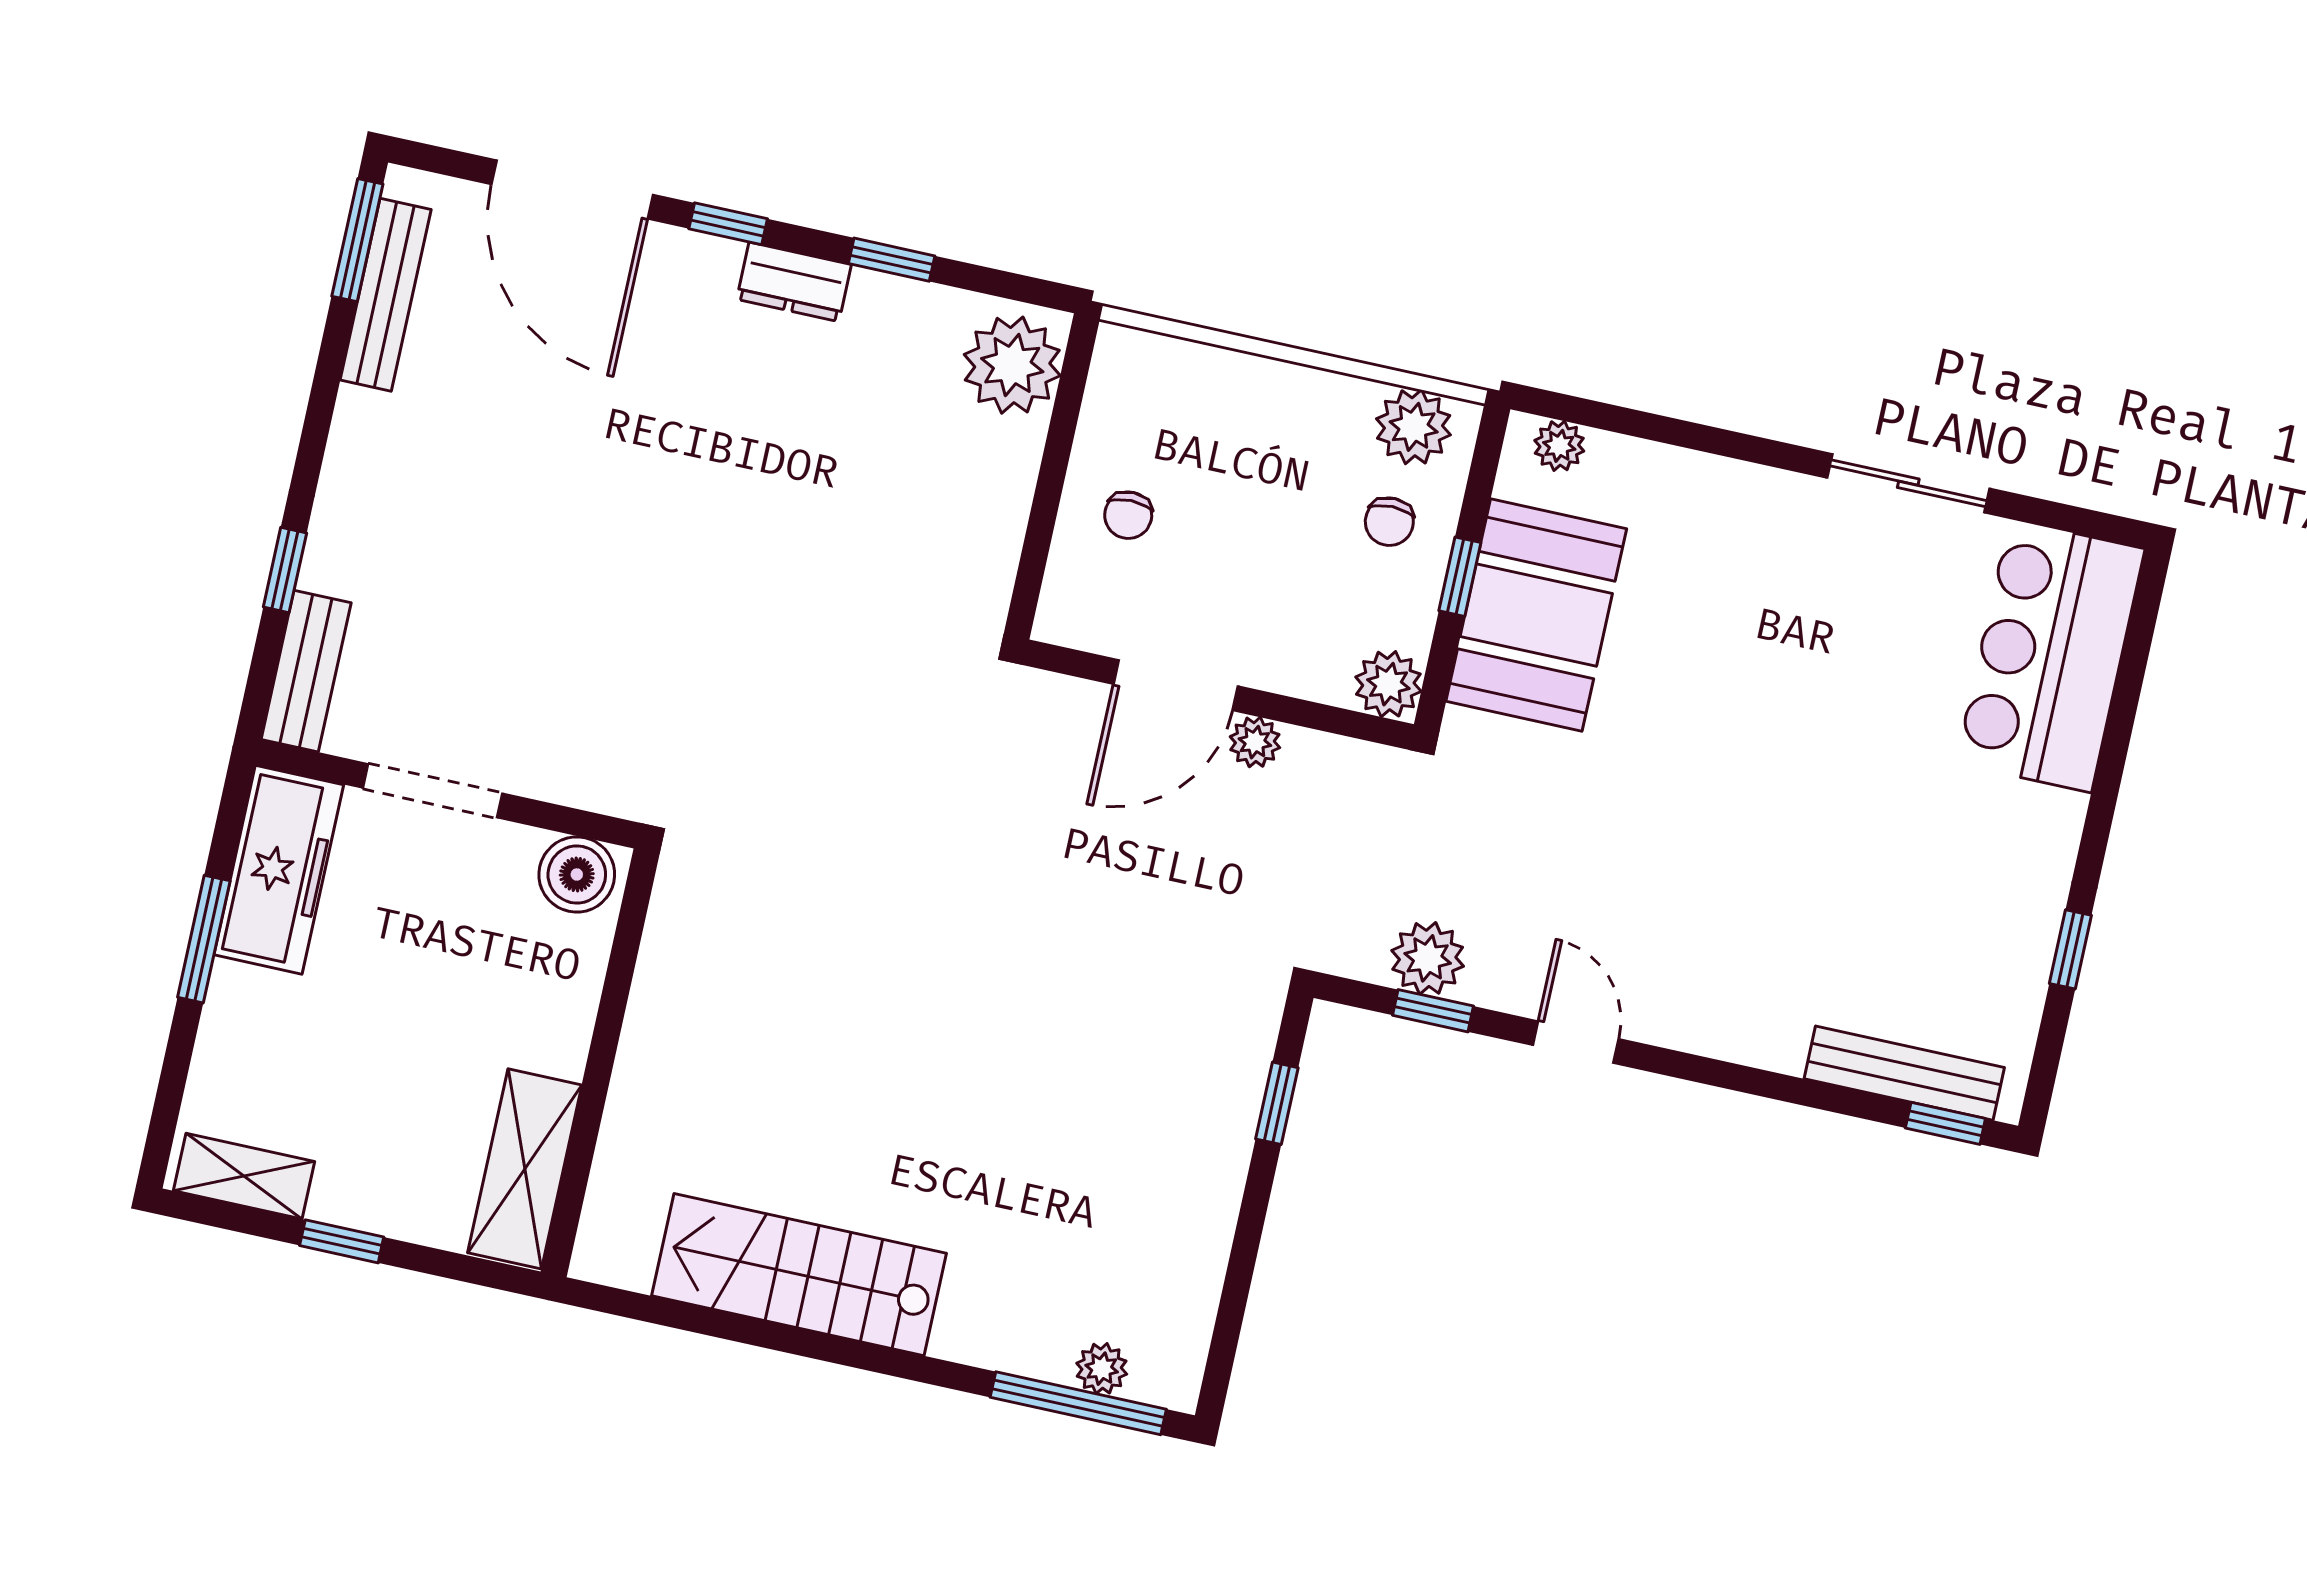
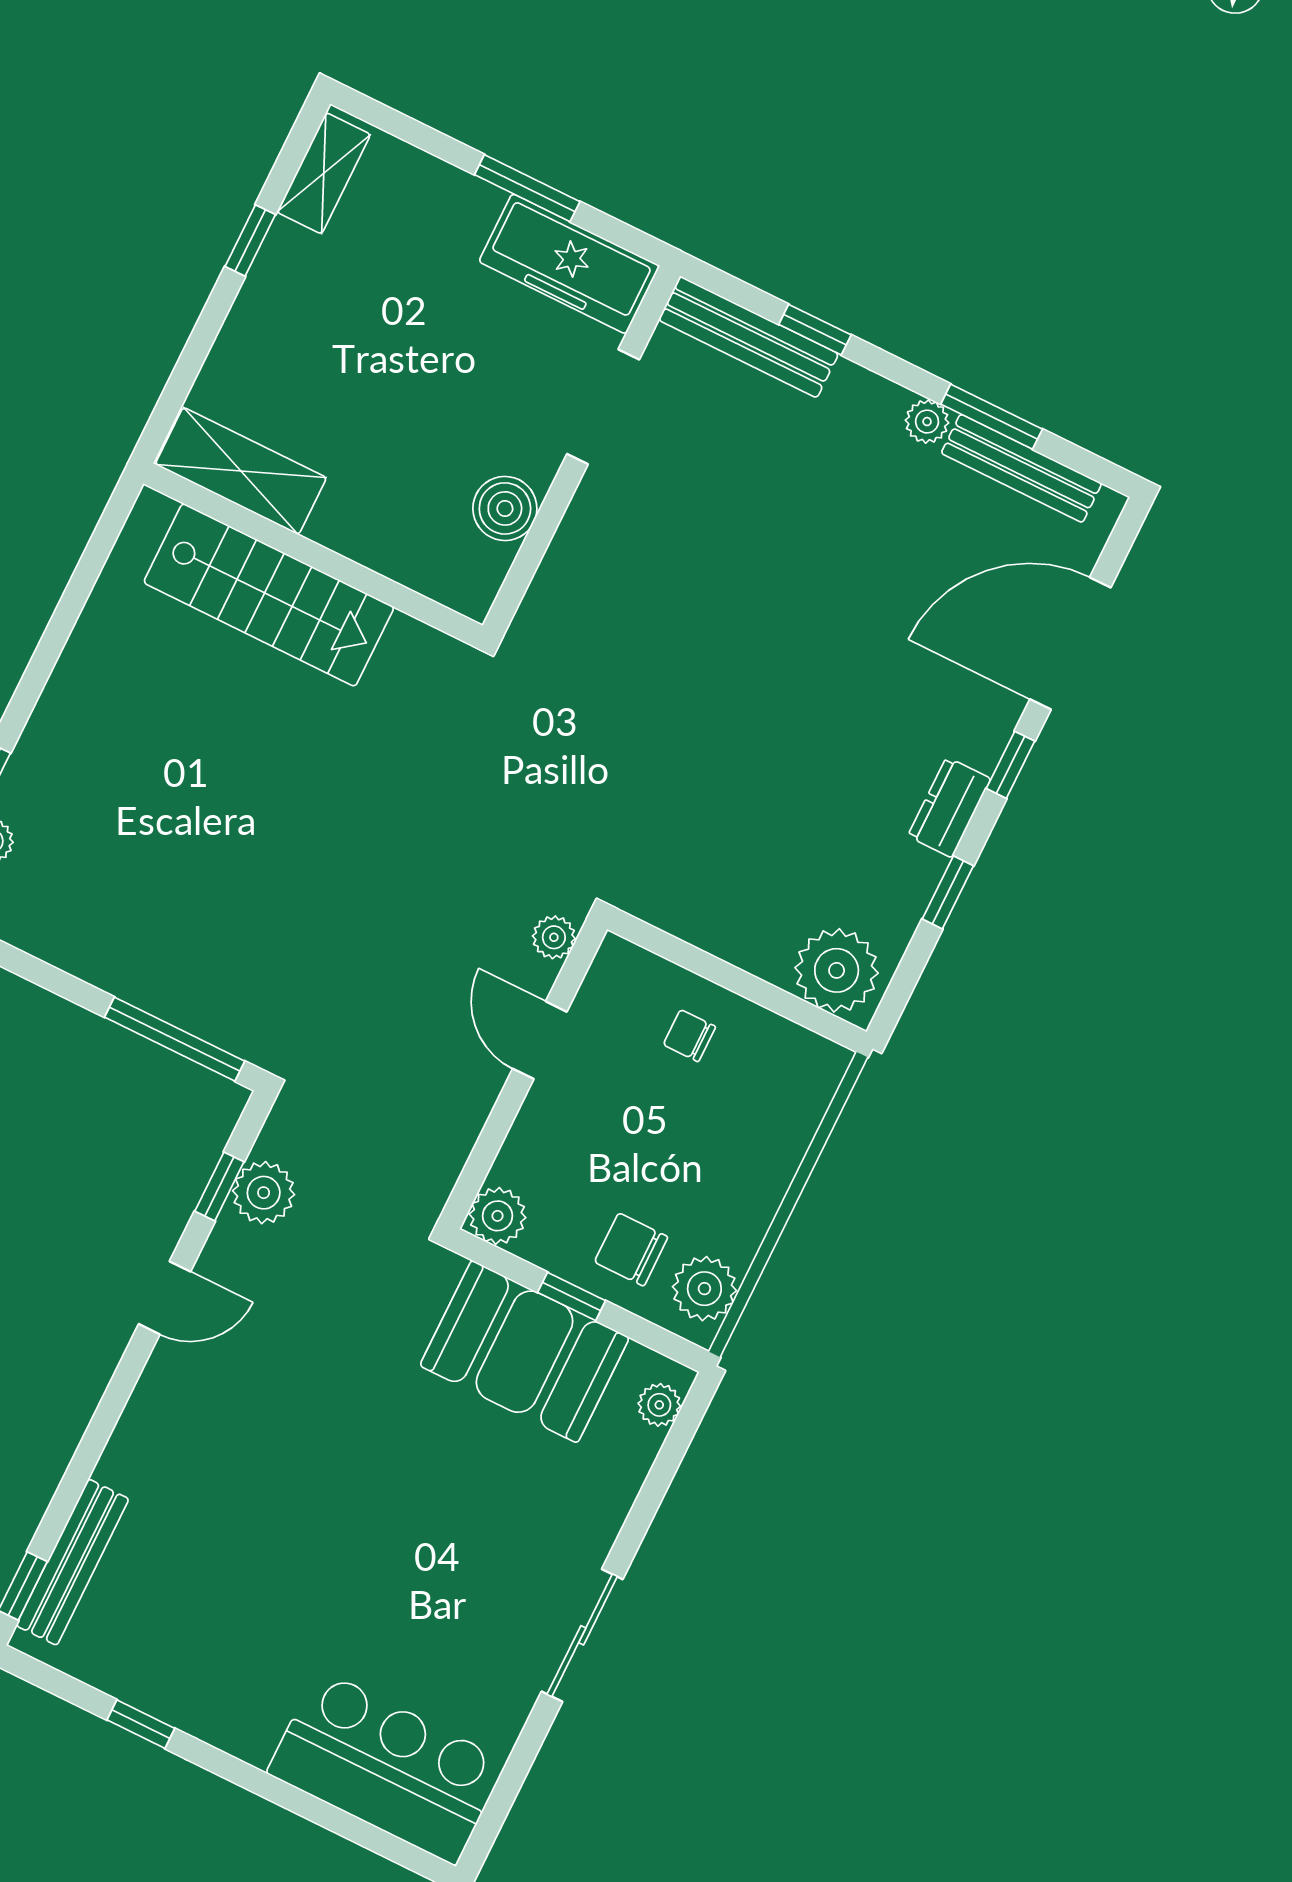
window: (357, 240) -> (992, 417), moved
plant: (359, 416) -> (927, 422), added
sliding door: (1908, 483) -> (582, 1635), moved
chair: (1389, 522) -> (631, 1249), width x1.37, depth x1.37
bench: (306, 671) -> (748, 337), width x1.36
door: (1176, 685) -> (540, 1040), width x0.73
plant: (1255, 742) -> (554, 937), moved
wall: (600, 1063) -> (313, 555), moved
window: (1277, 1103) -> (175, 1039), width x2.17
shelving: (525, 1169) -> (241, 471), moved
stairs: (799, 1275) -> (269, 595), moved, turned 90

